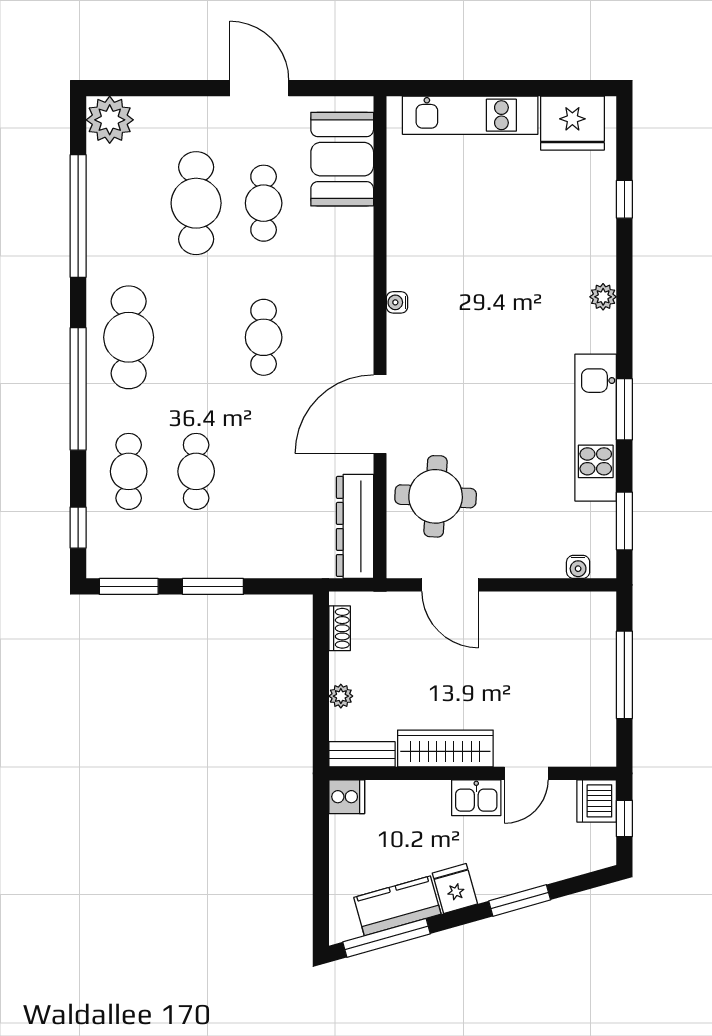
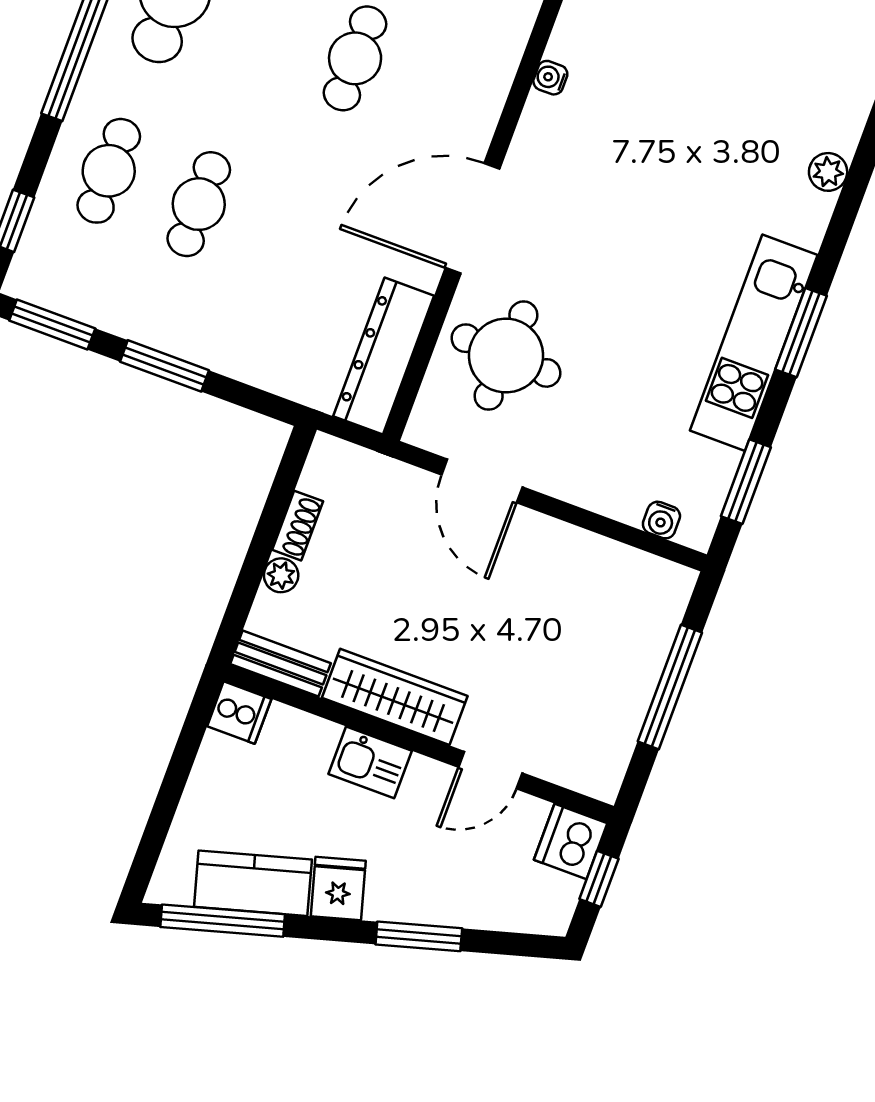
shoe rack: (340, 628) -> (298, 526), moved
kitchen sink: (476, 798) -> (370, 762), moved

